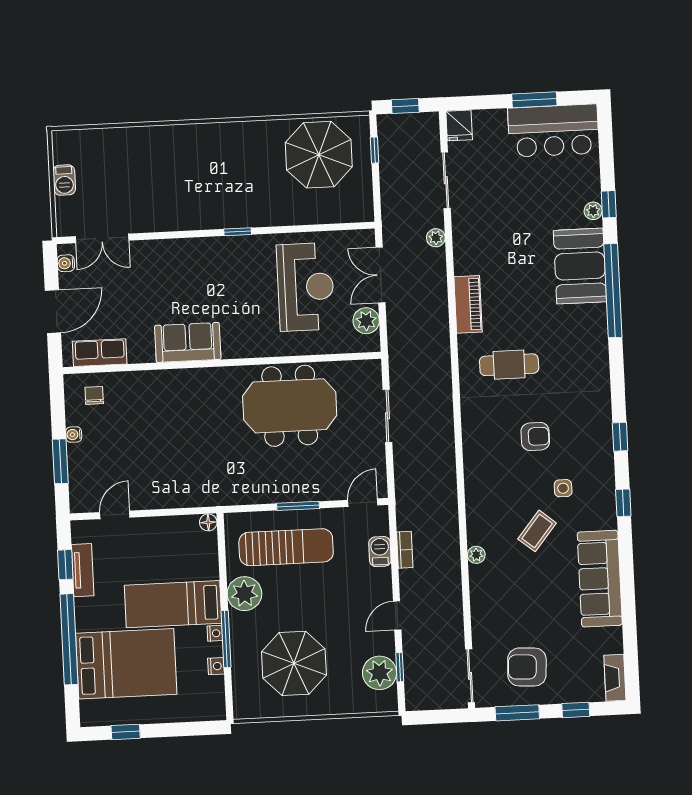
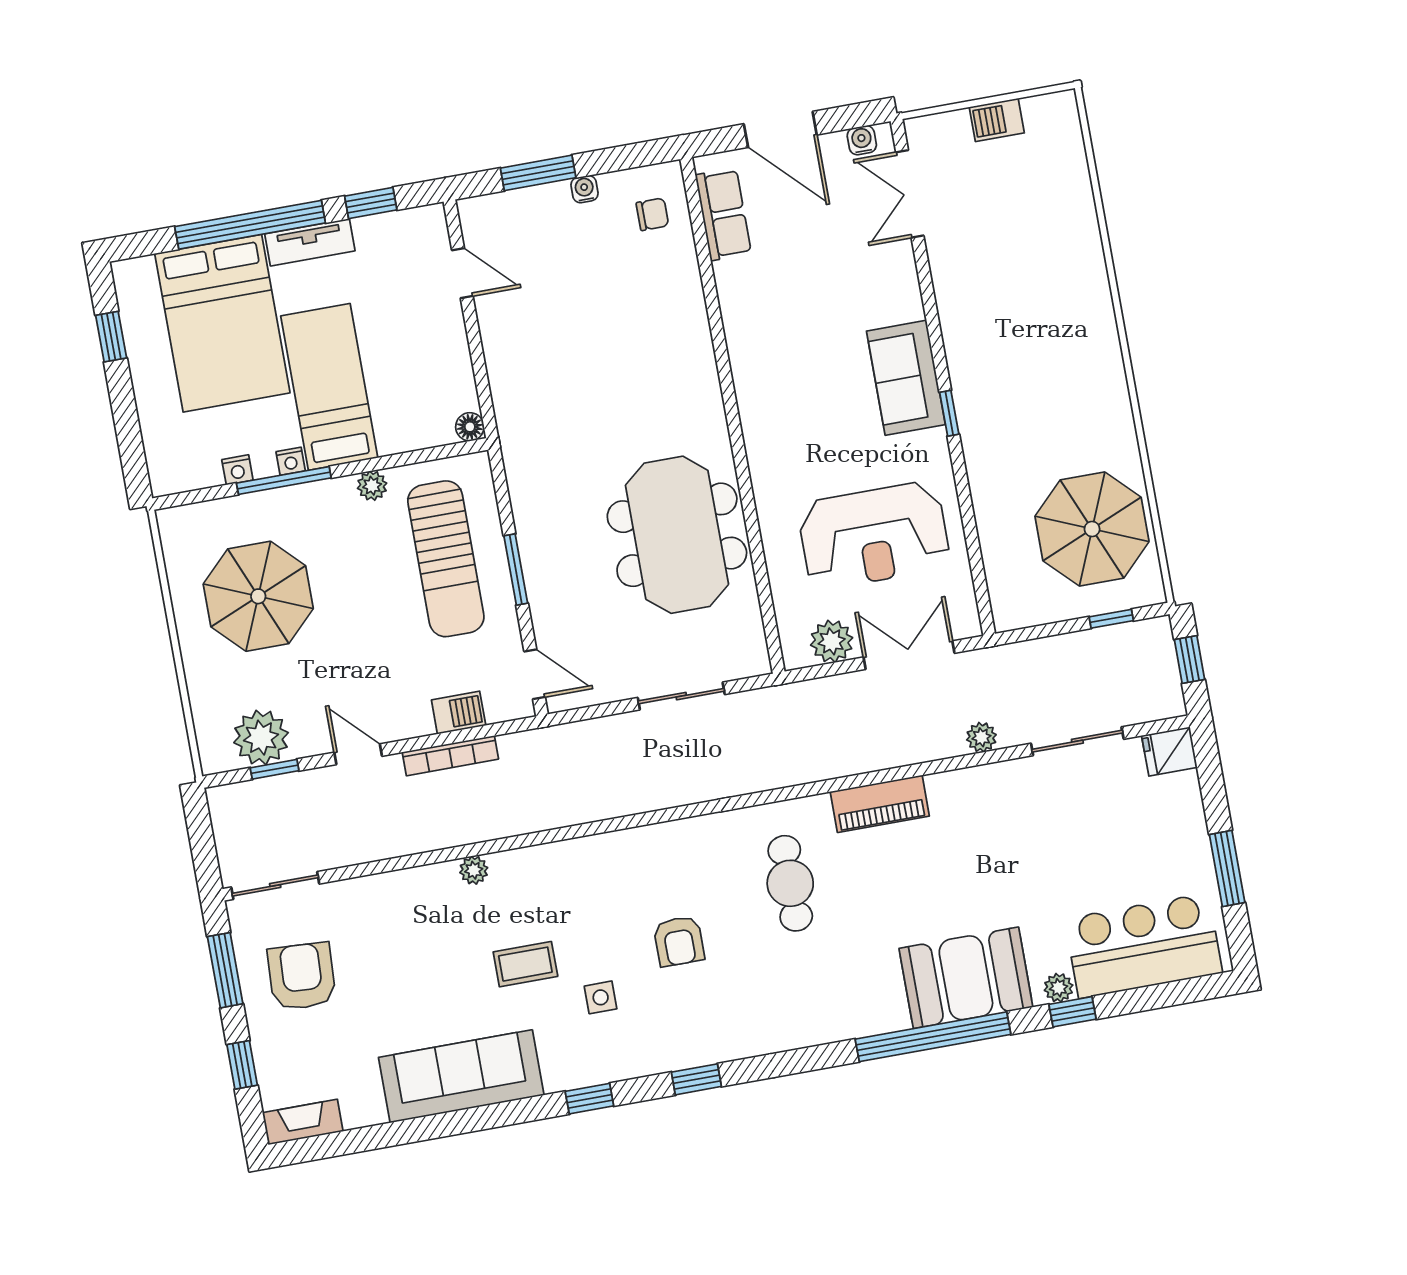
bar counter: (553, 131) -> (1144, 946), moved, turned 90
sofa: (188, 342) -> (906, 378), moved, turned 180
coffee table: (537, 531) -> (525, 964), turned -39
bookcase: (405, 550) -> (450, 756), width x1.56
tv unit: (83, 570) -> (310, 242), moved
plant: (244, 594) -> (372, 486), width x0.53, depth x0.53

